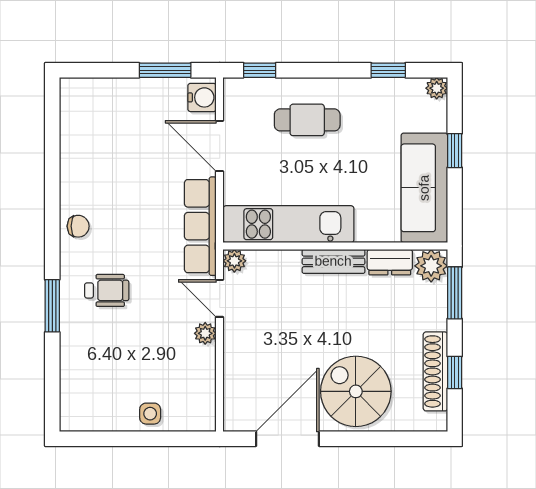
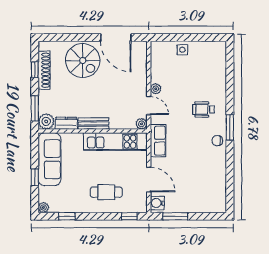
row of seats: (200, 226) -> (158, 141), width x0.68
window: (52, 306) -> (230, 127), moved
door: (287, 439) -> (116, 38), hinge flipped

